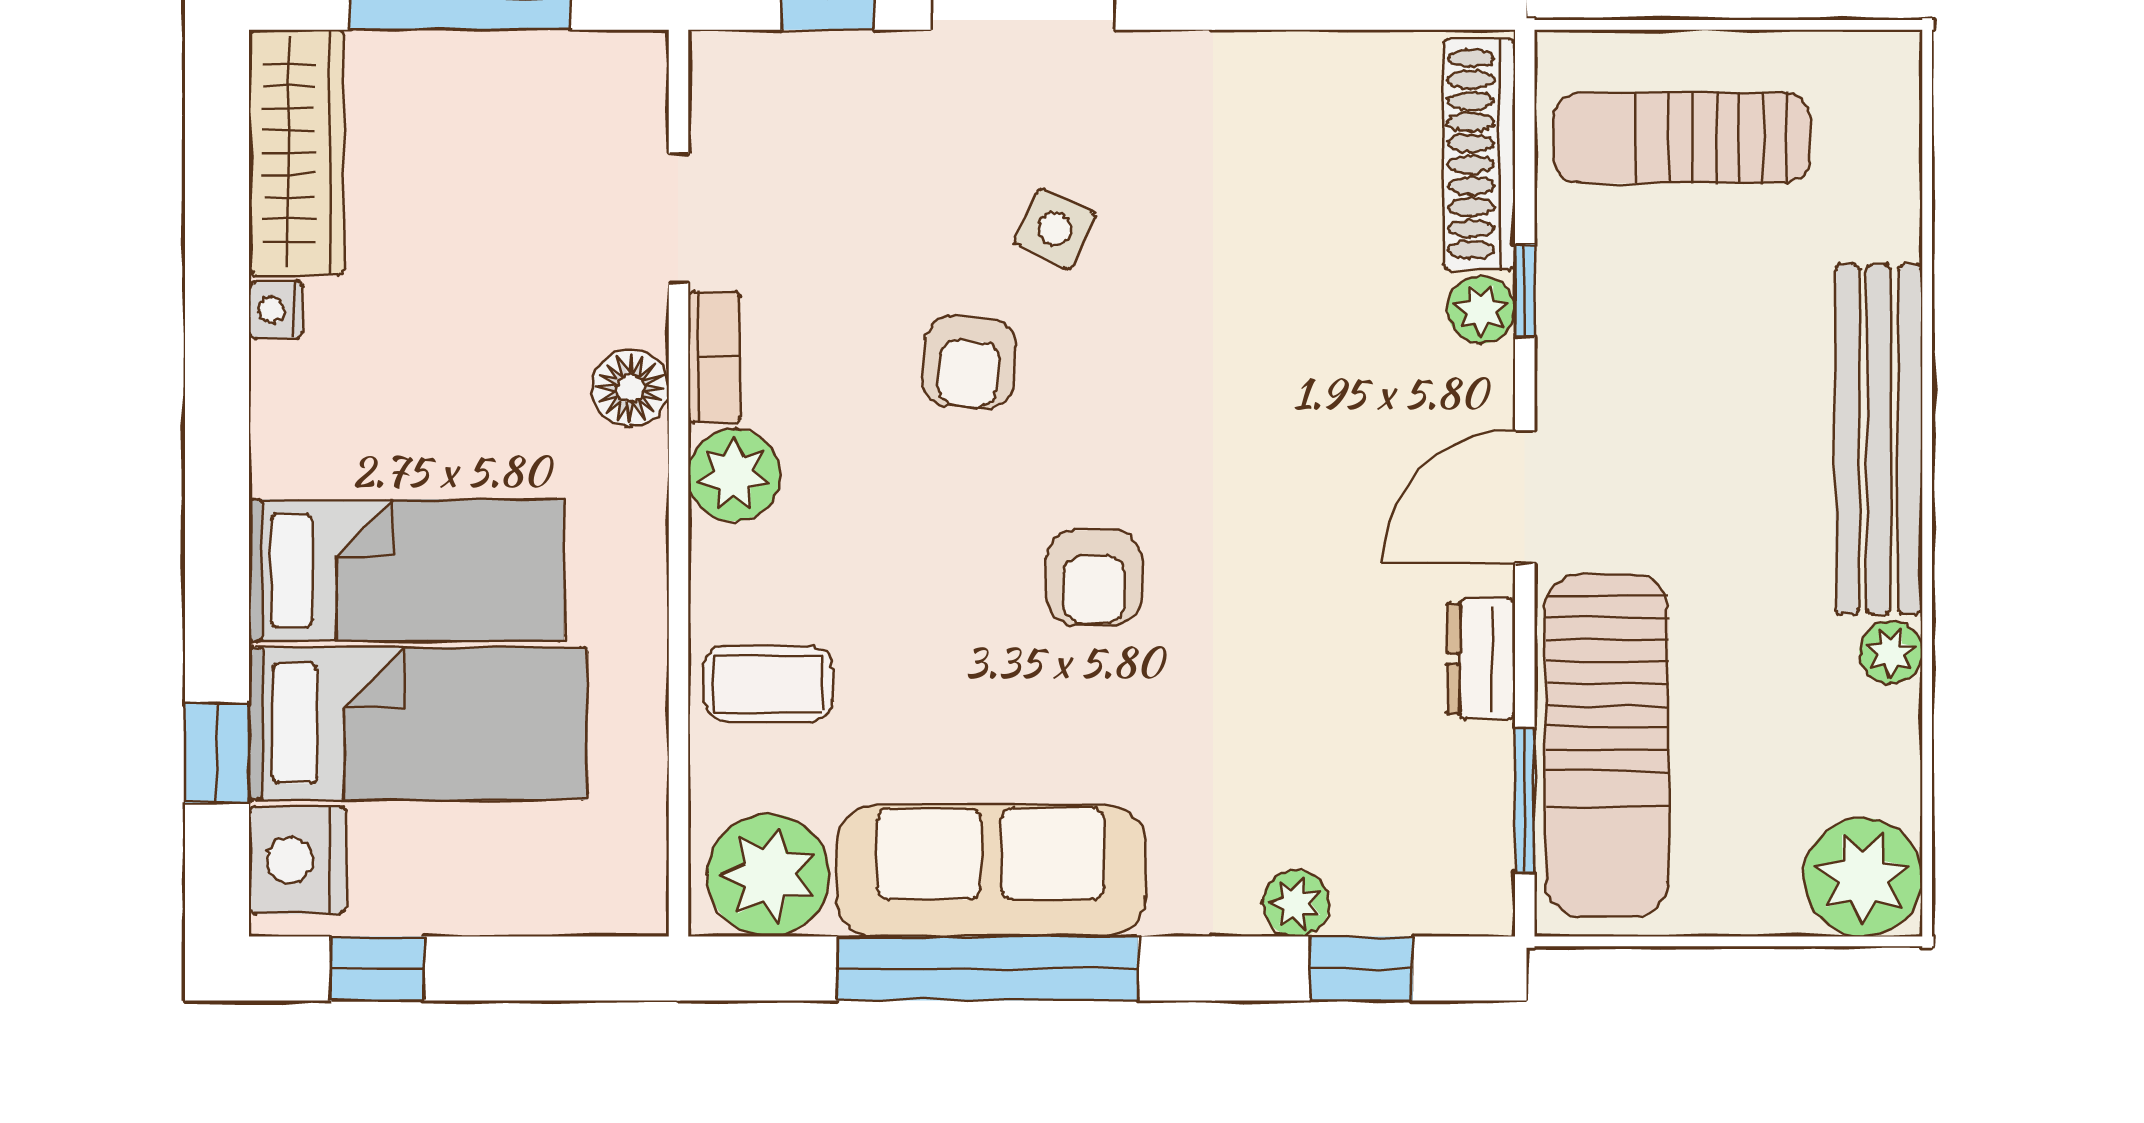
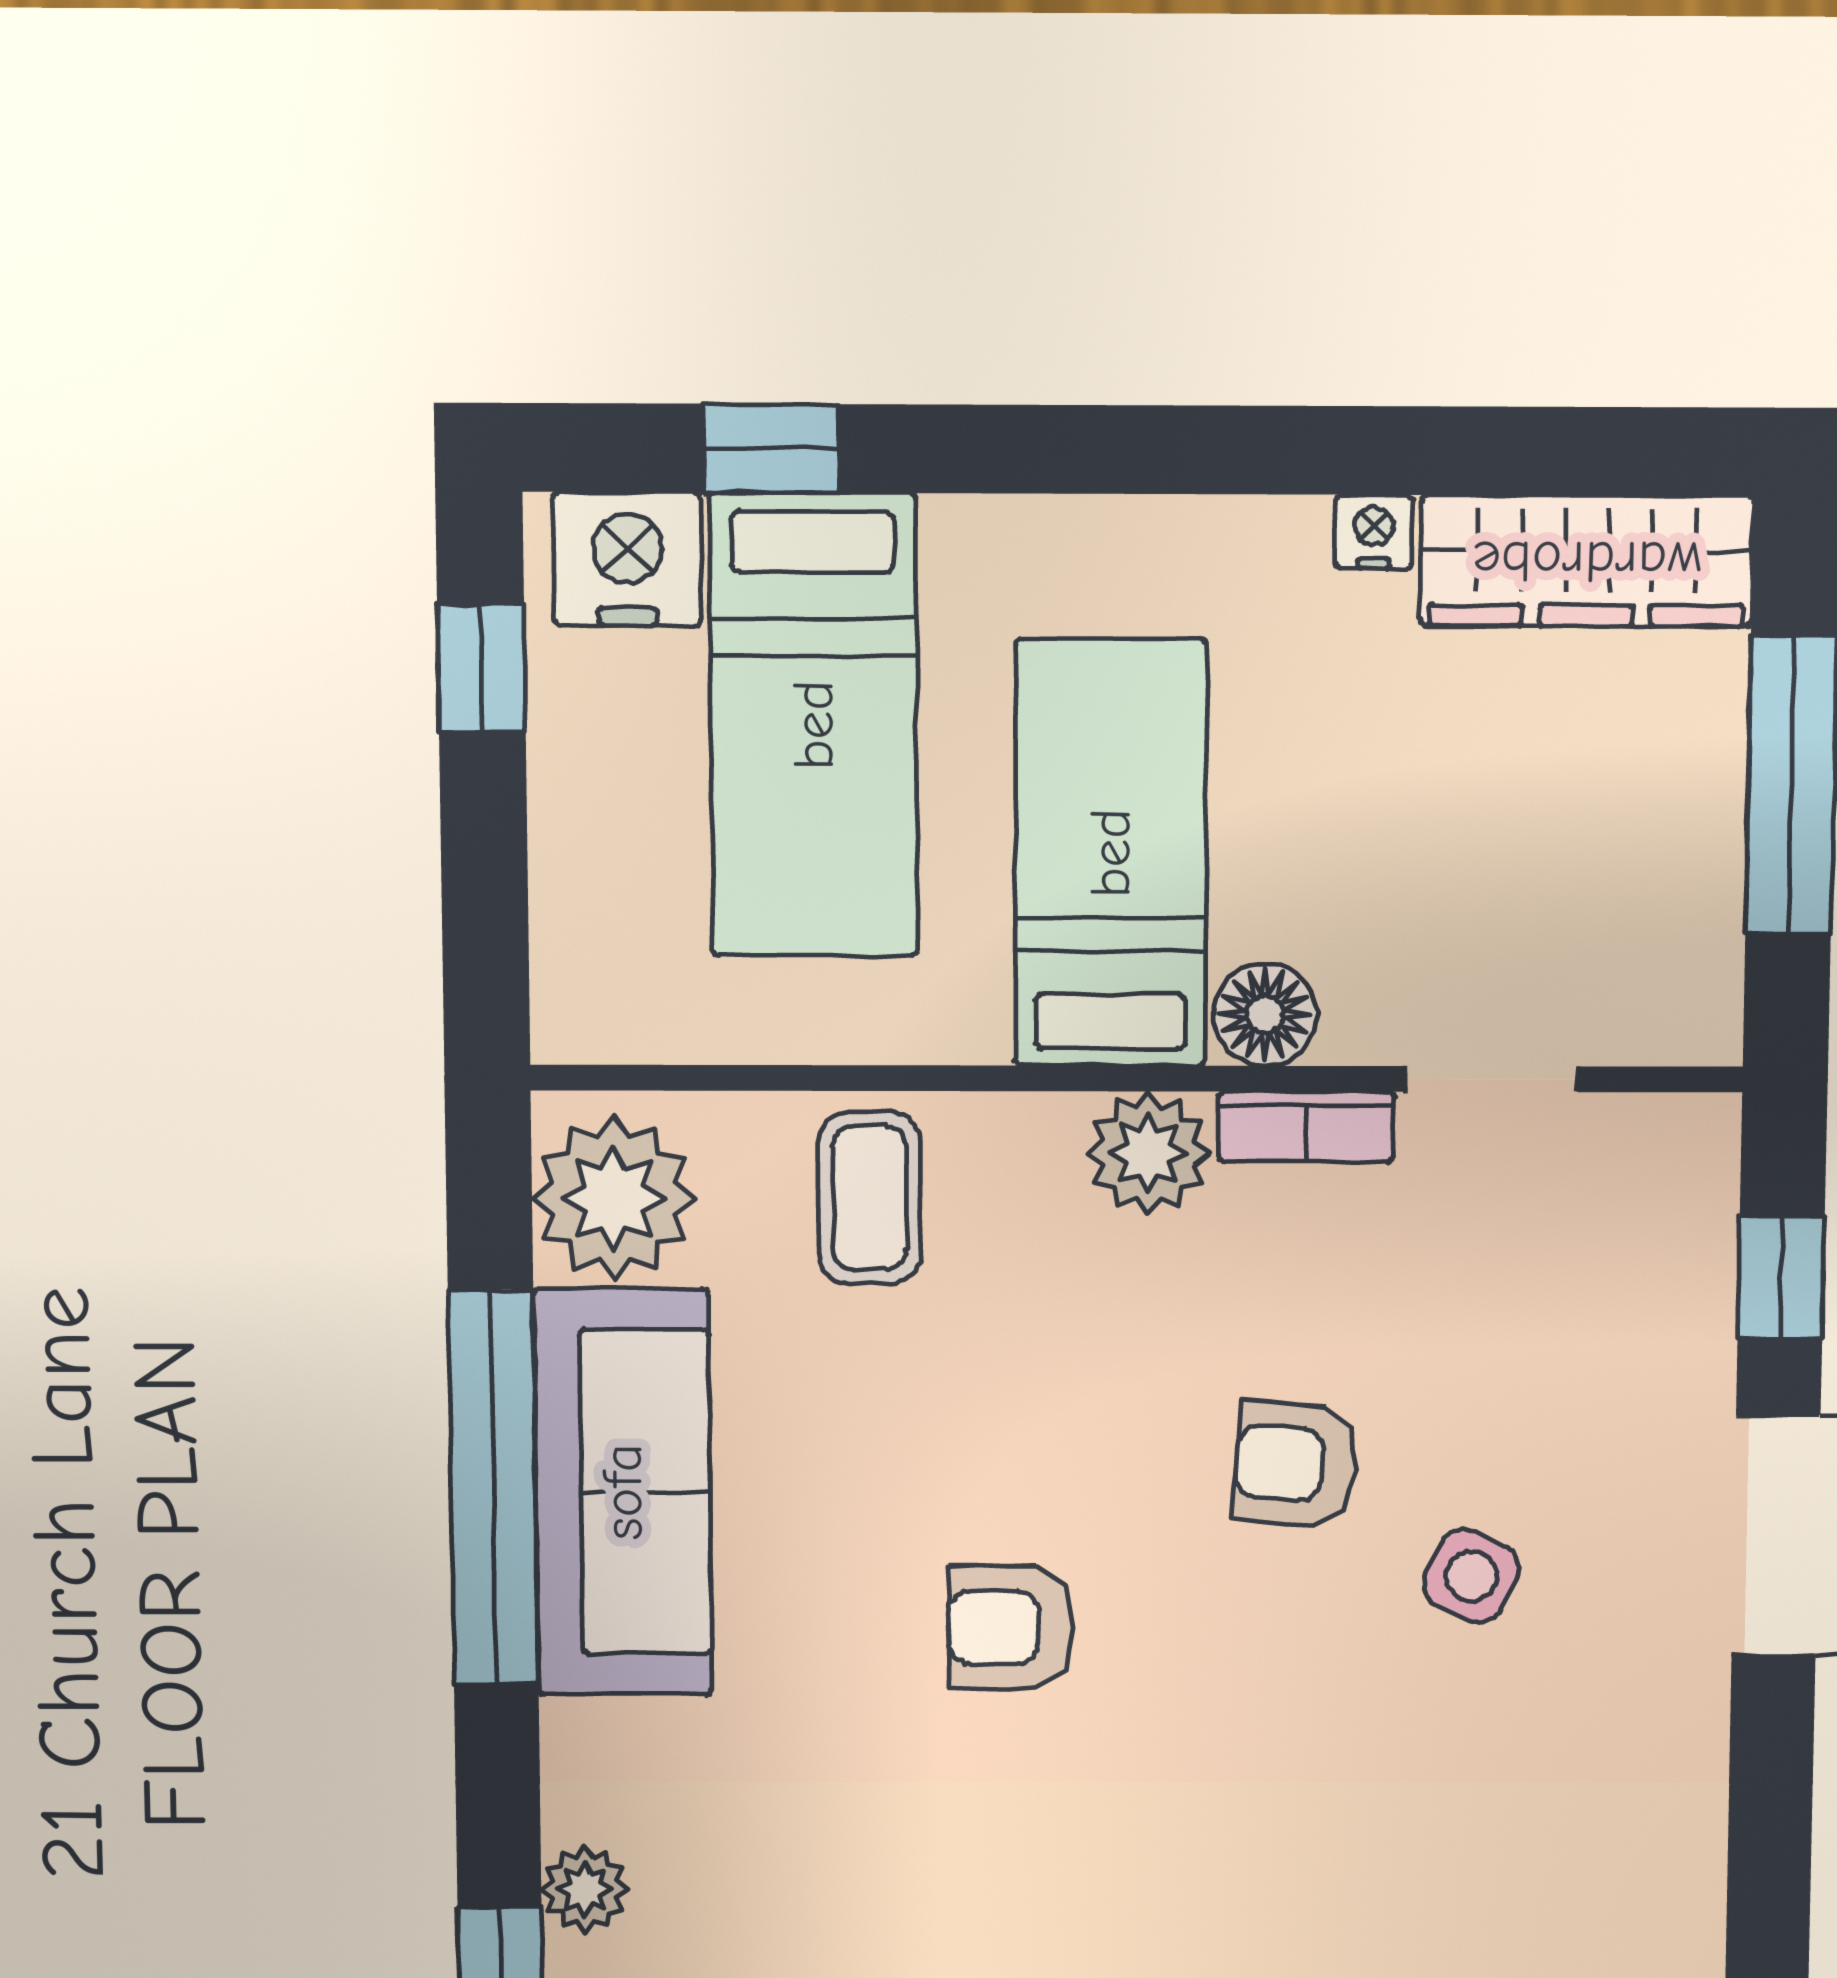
bed: (406, 570) -> (1111, 853), moved, turned 180

